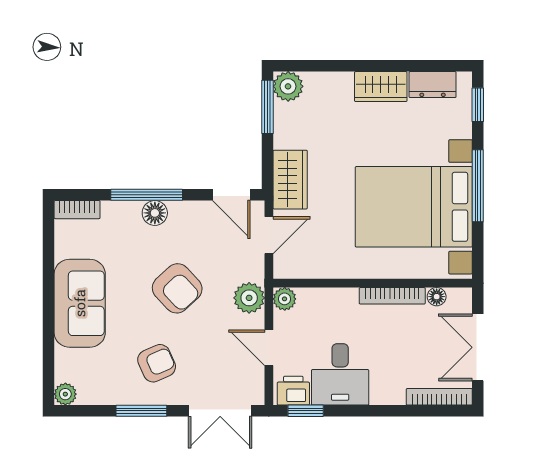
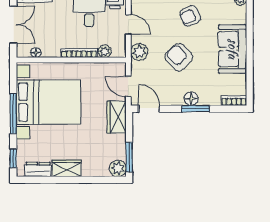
window: (147, 195) -> (196, 109), width x0.69
door: (269, 235) -> (128, 87), hinge flipped
bookcase: (392, 296) -> (79, 53), moved
plant: (285, 299) -> (105, 51), moved

